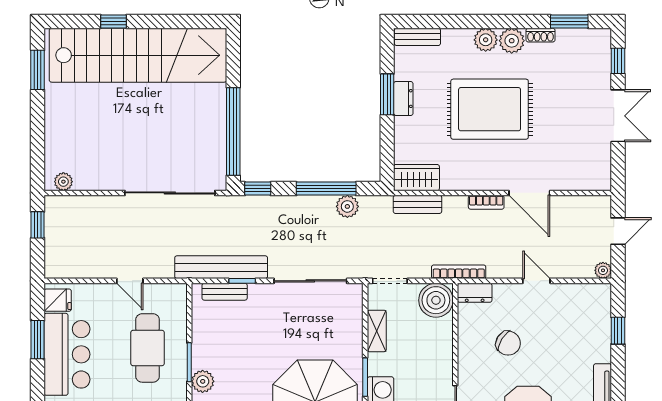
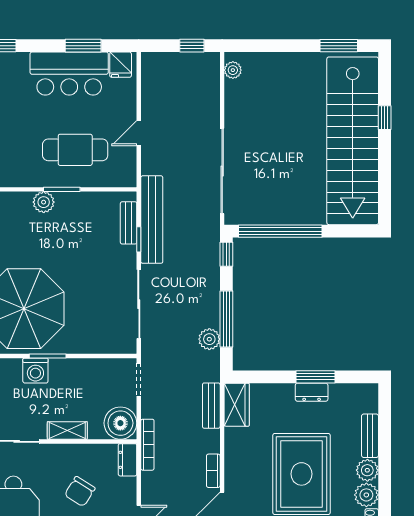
bench: (417, 37) -> (370, 436), moved
shelving: (377, 331) -> (67, 430), moved

